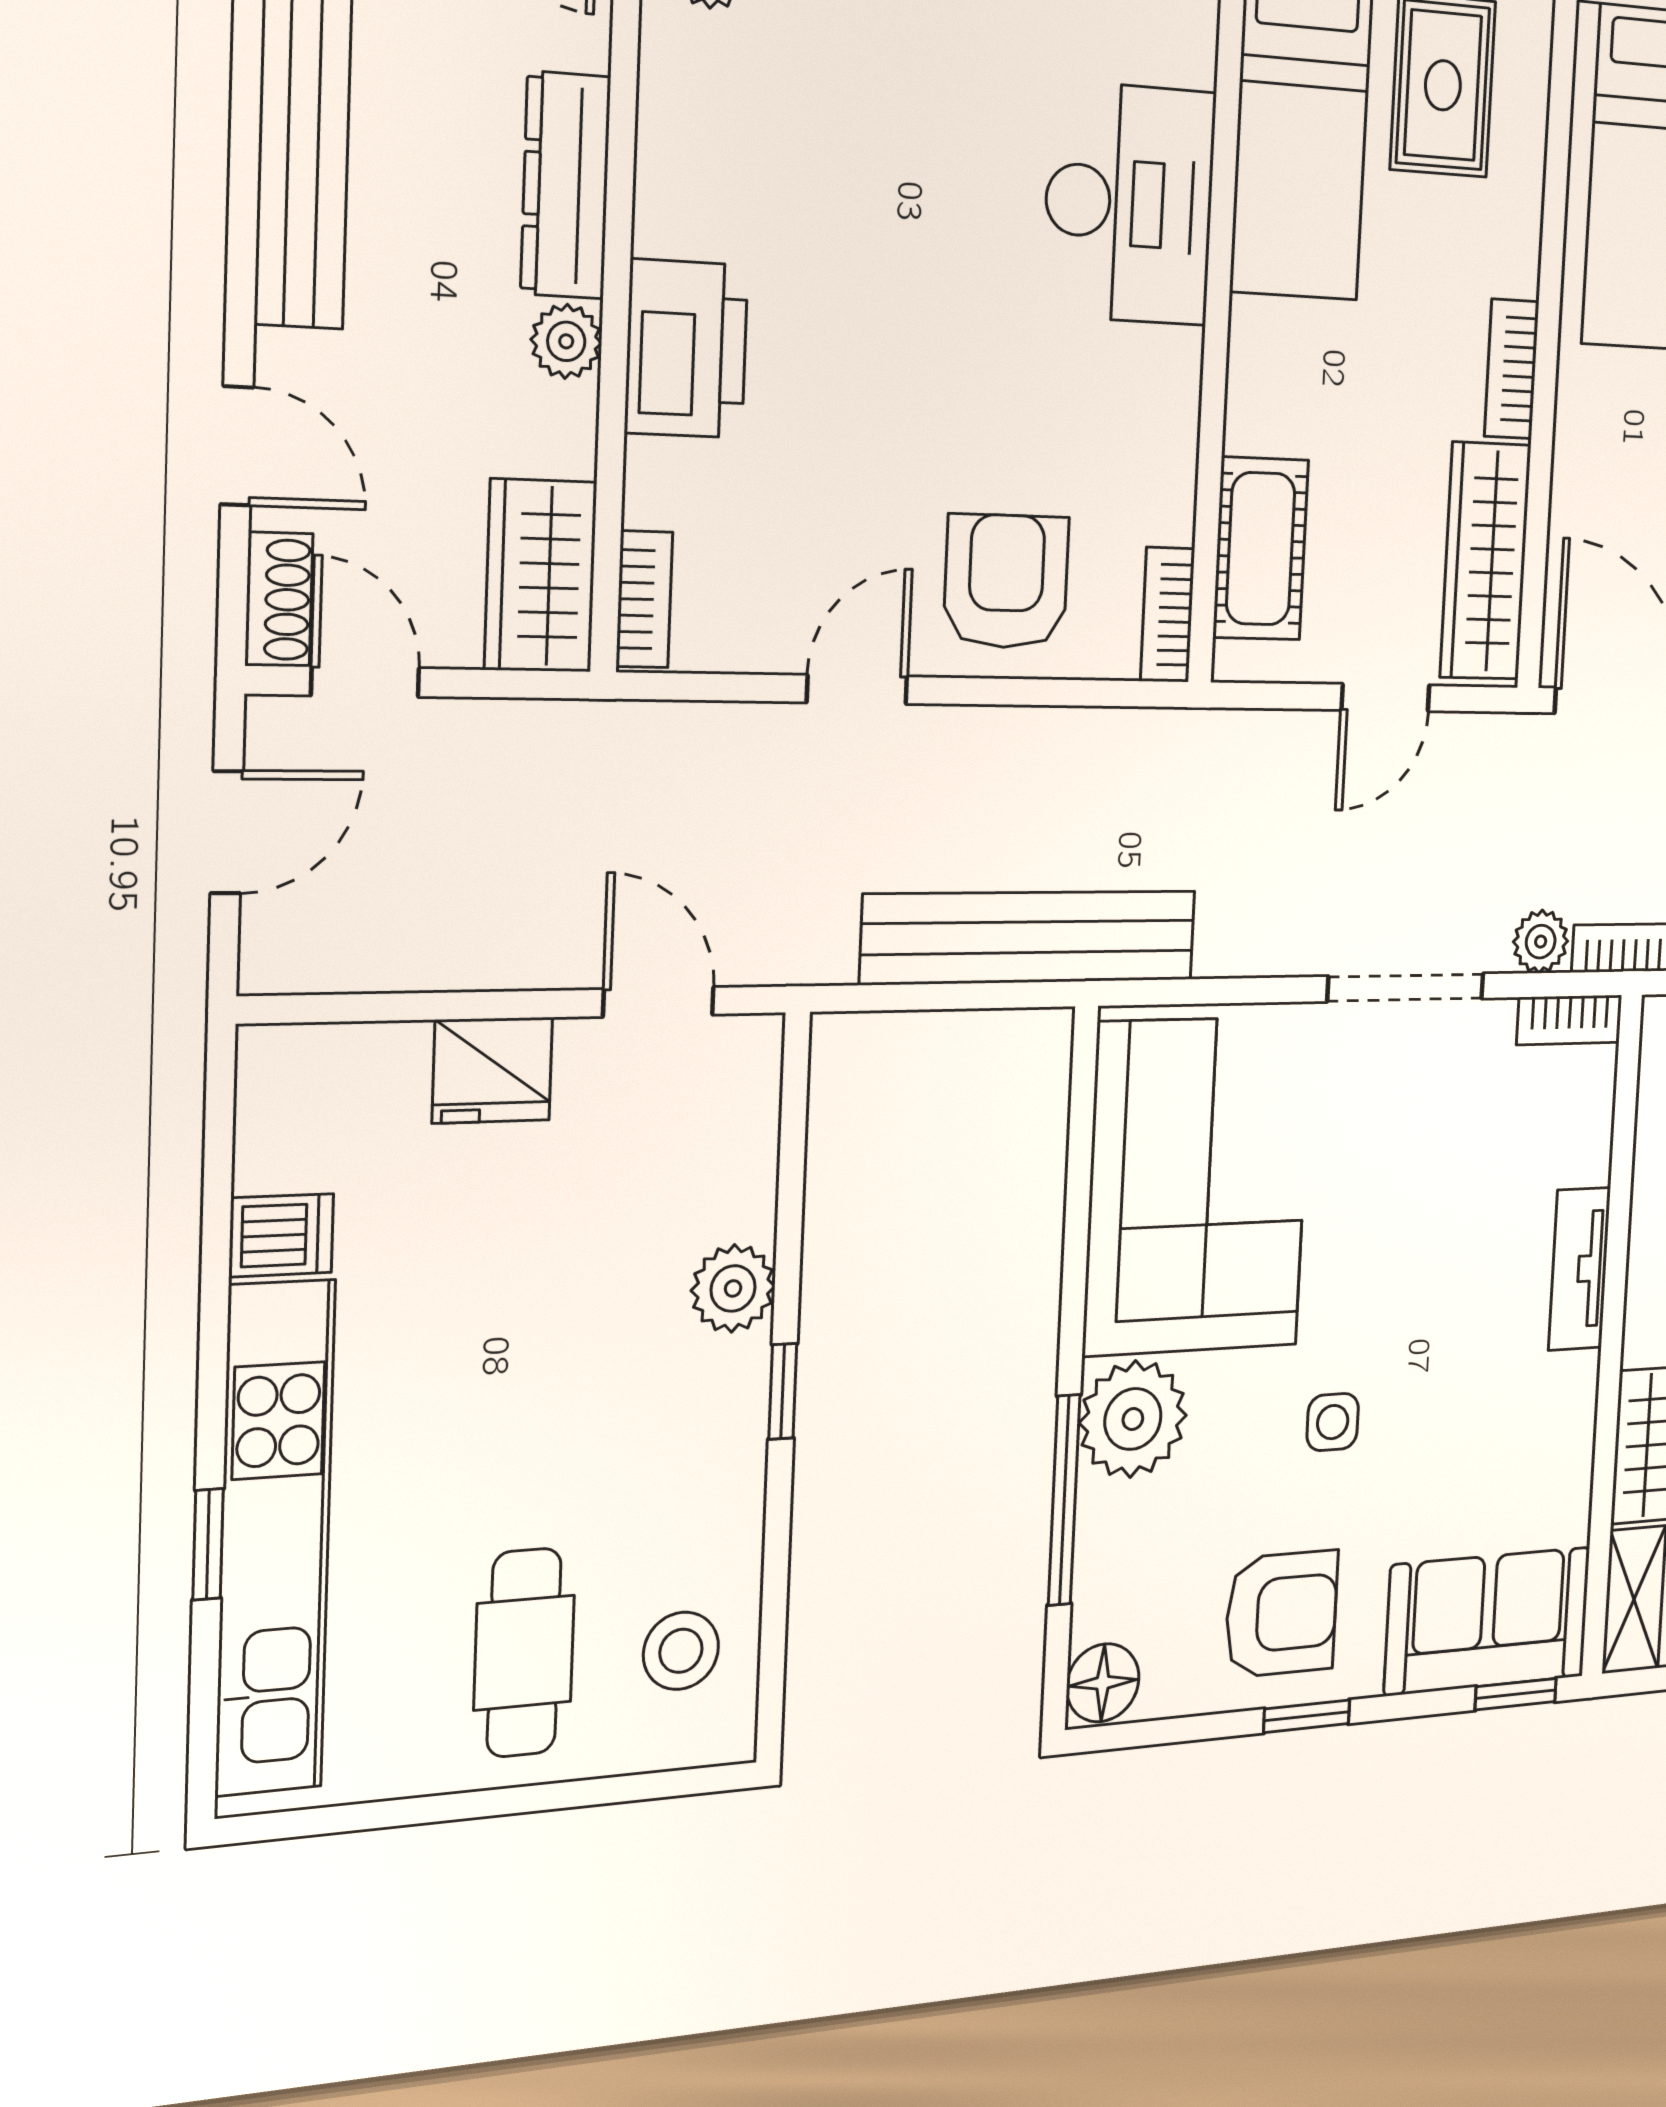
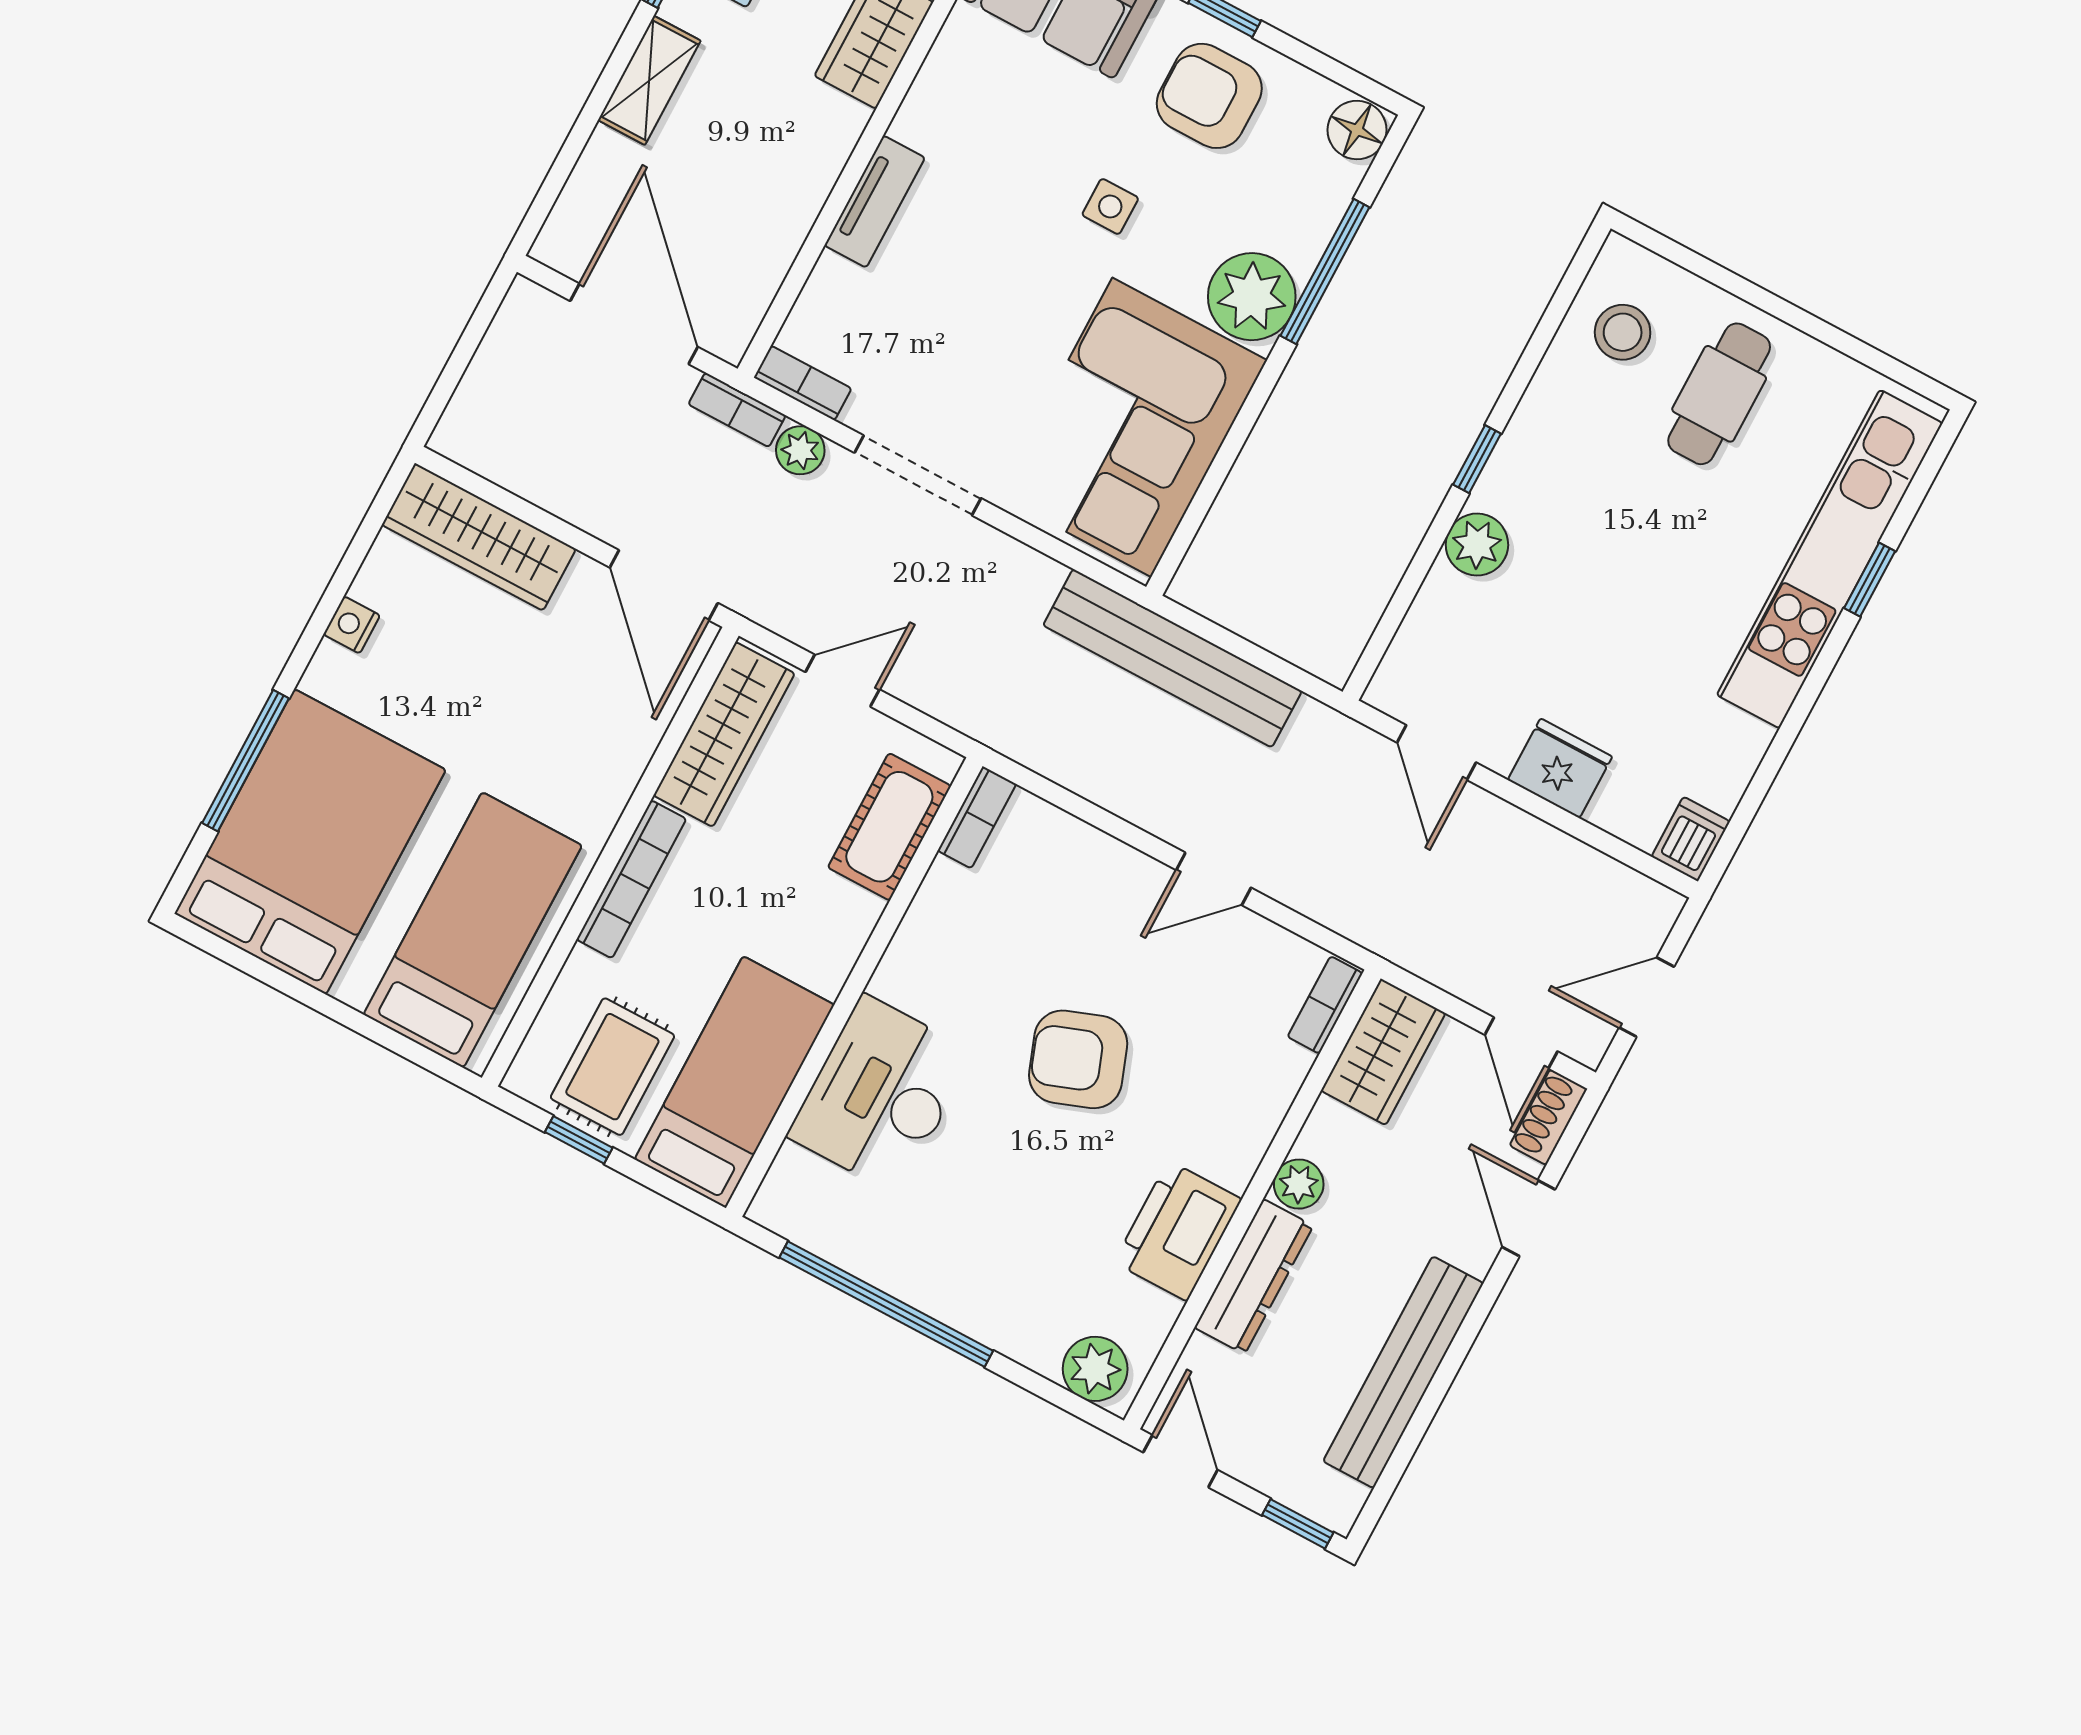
printer: (686, 349) -> (1178, 1231), moved
bookcase: (1512, 369) -> (631, 879), width x1.56
armchair: (1006, 581) -> (1078, 1059), moved, turned 70
dishwasher: (281, 1235) -> (1691, 839), moved, turned 90

